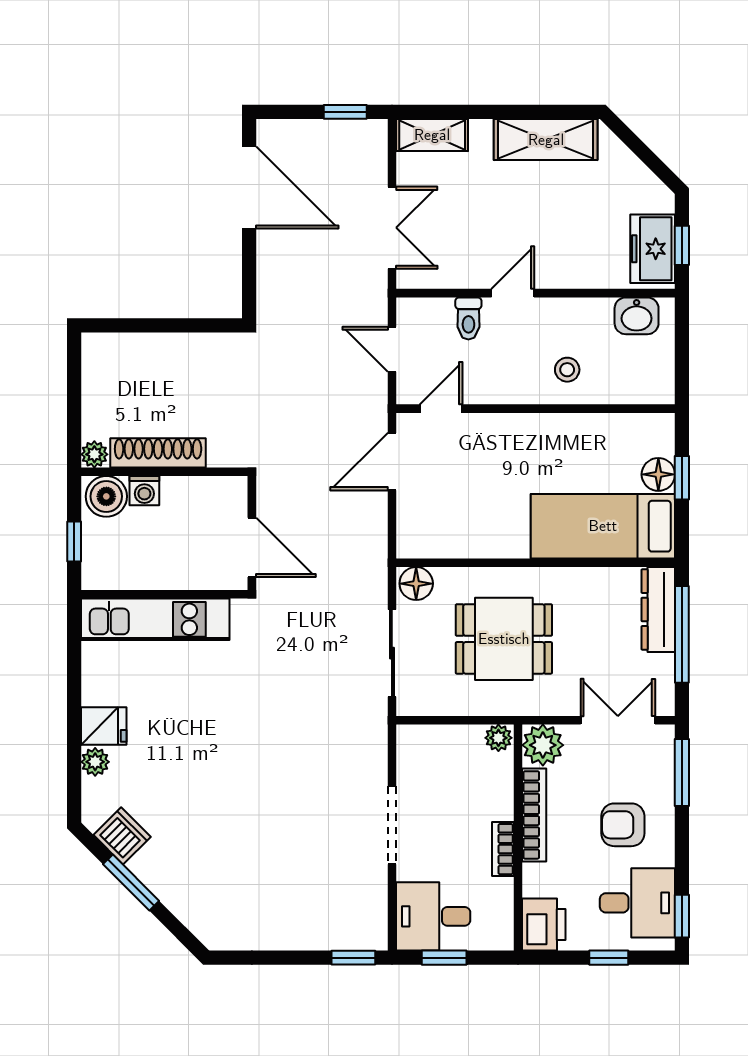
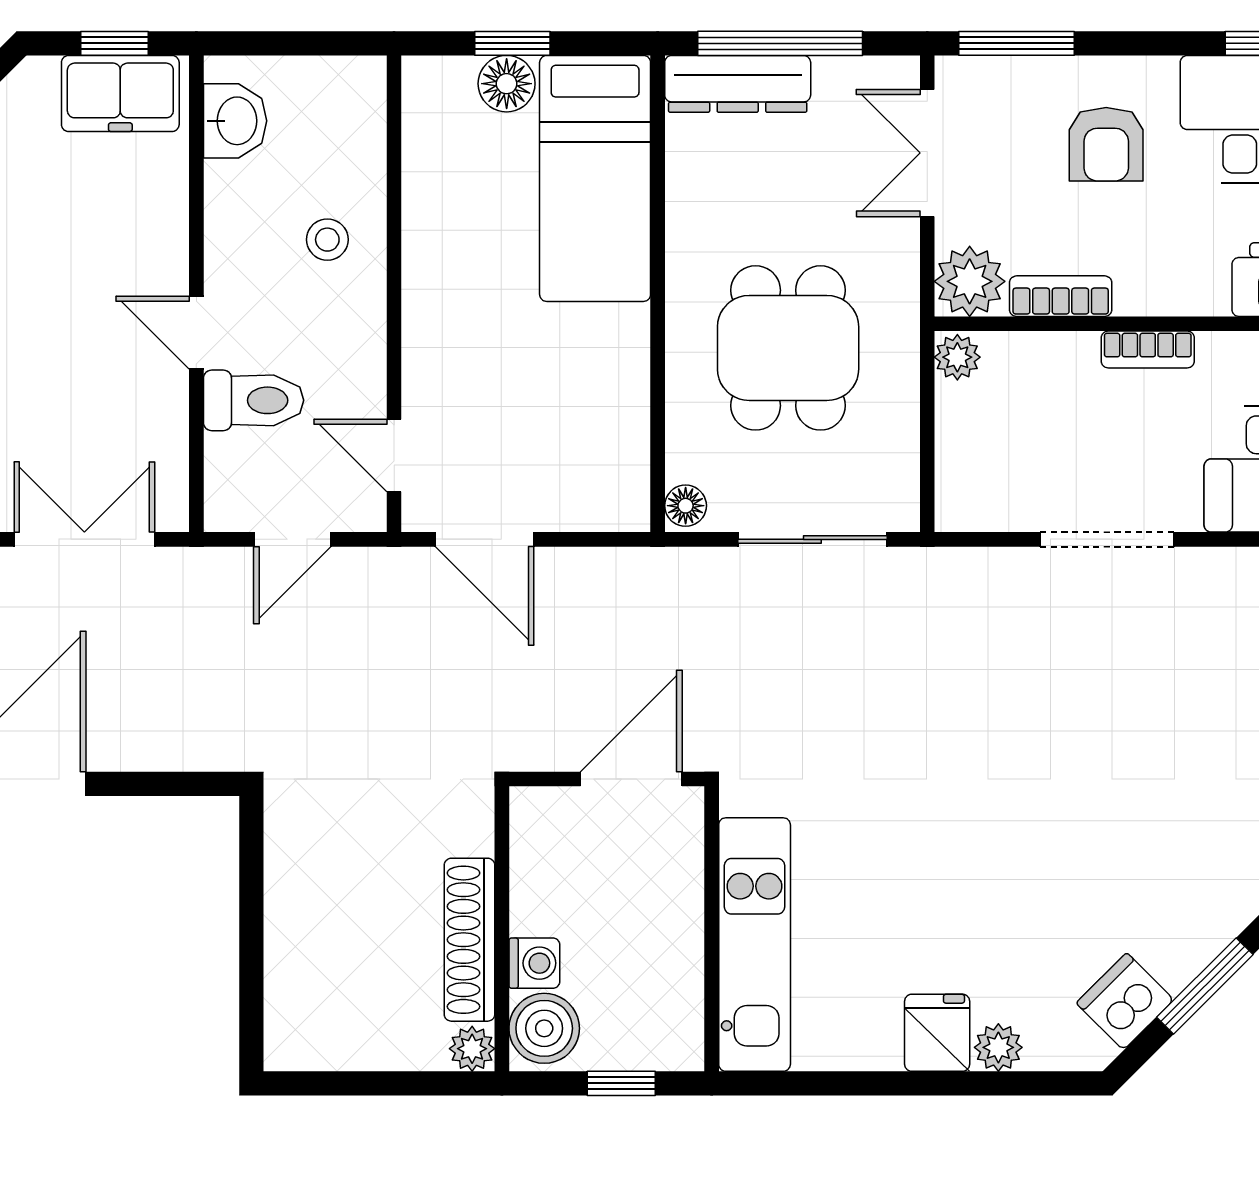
toilet: (468, 318) -> (254, 400), width x1.37, depth x1.39
floor lamp: (416, 584) -> (686, 506), width x0.73, depth x0.73
bookcase: (534, 815) -> (1061, 296), width x0.64

